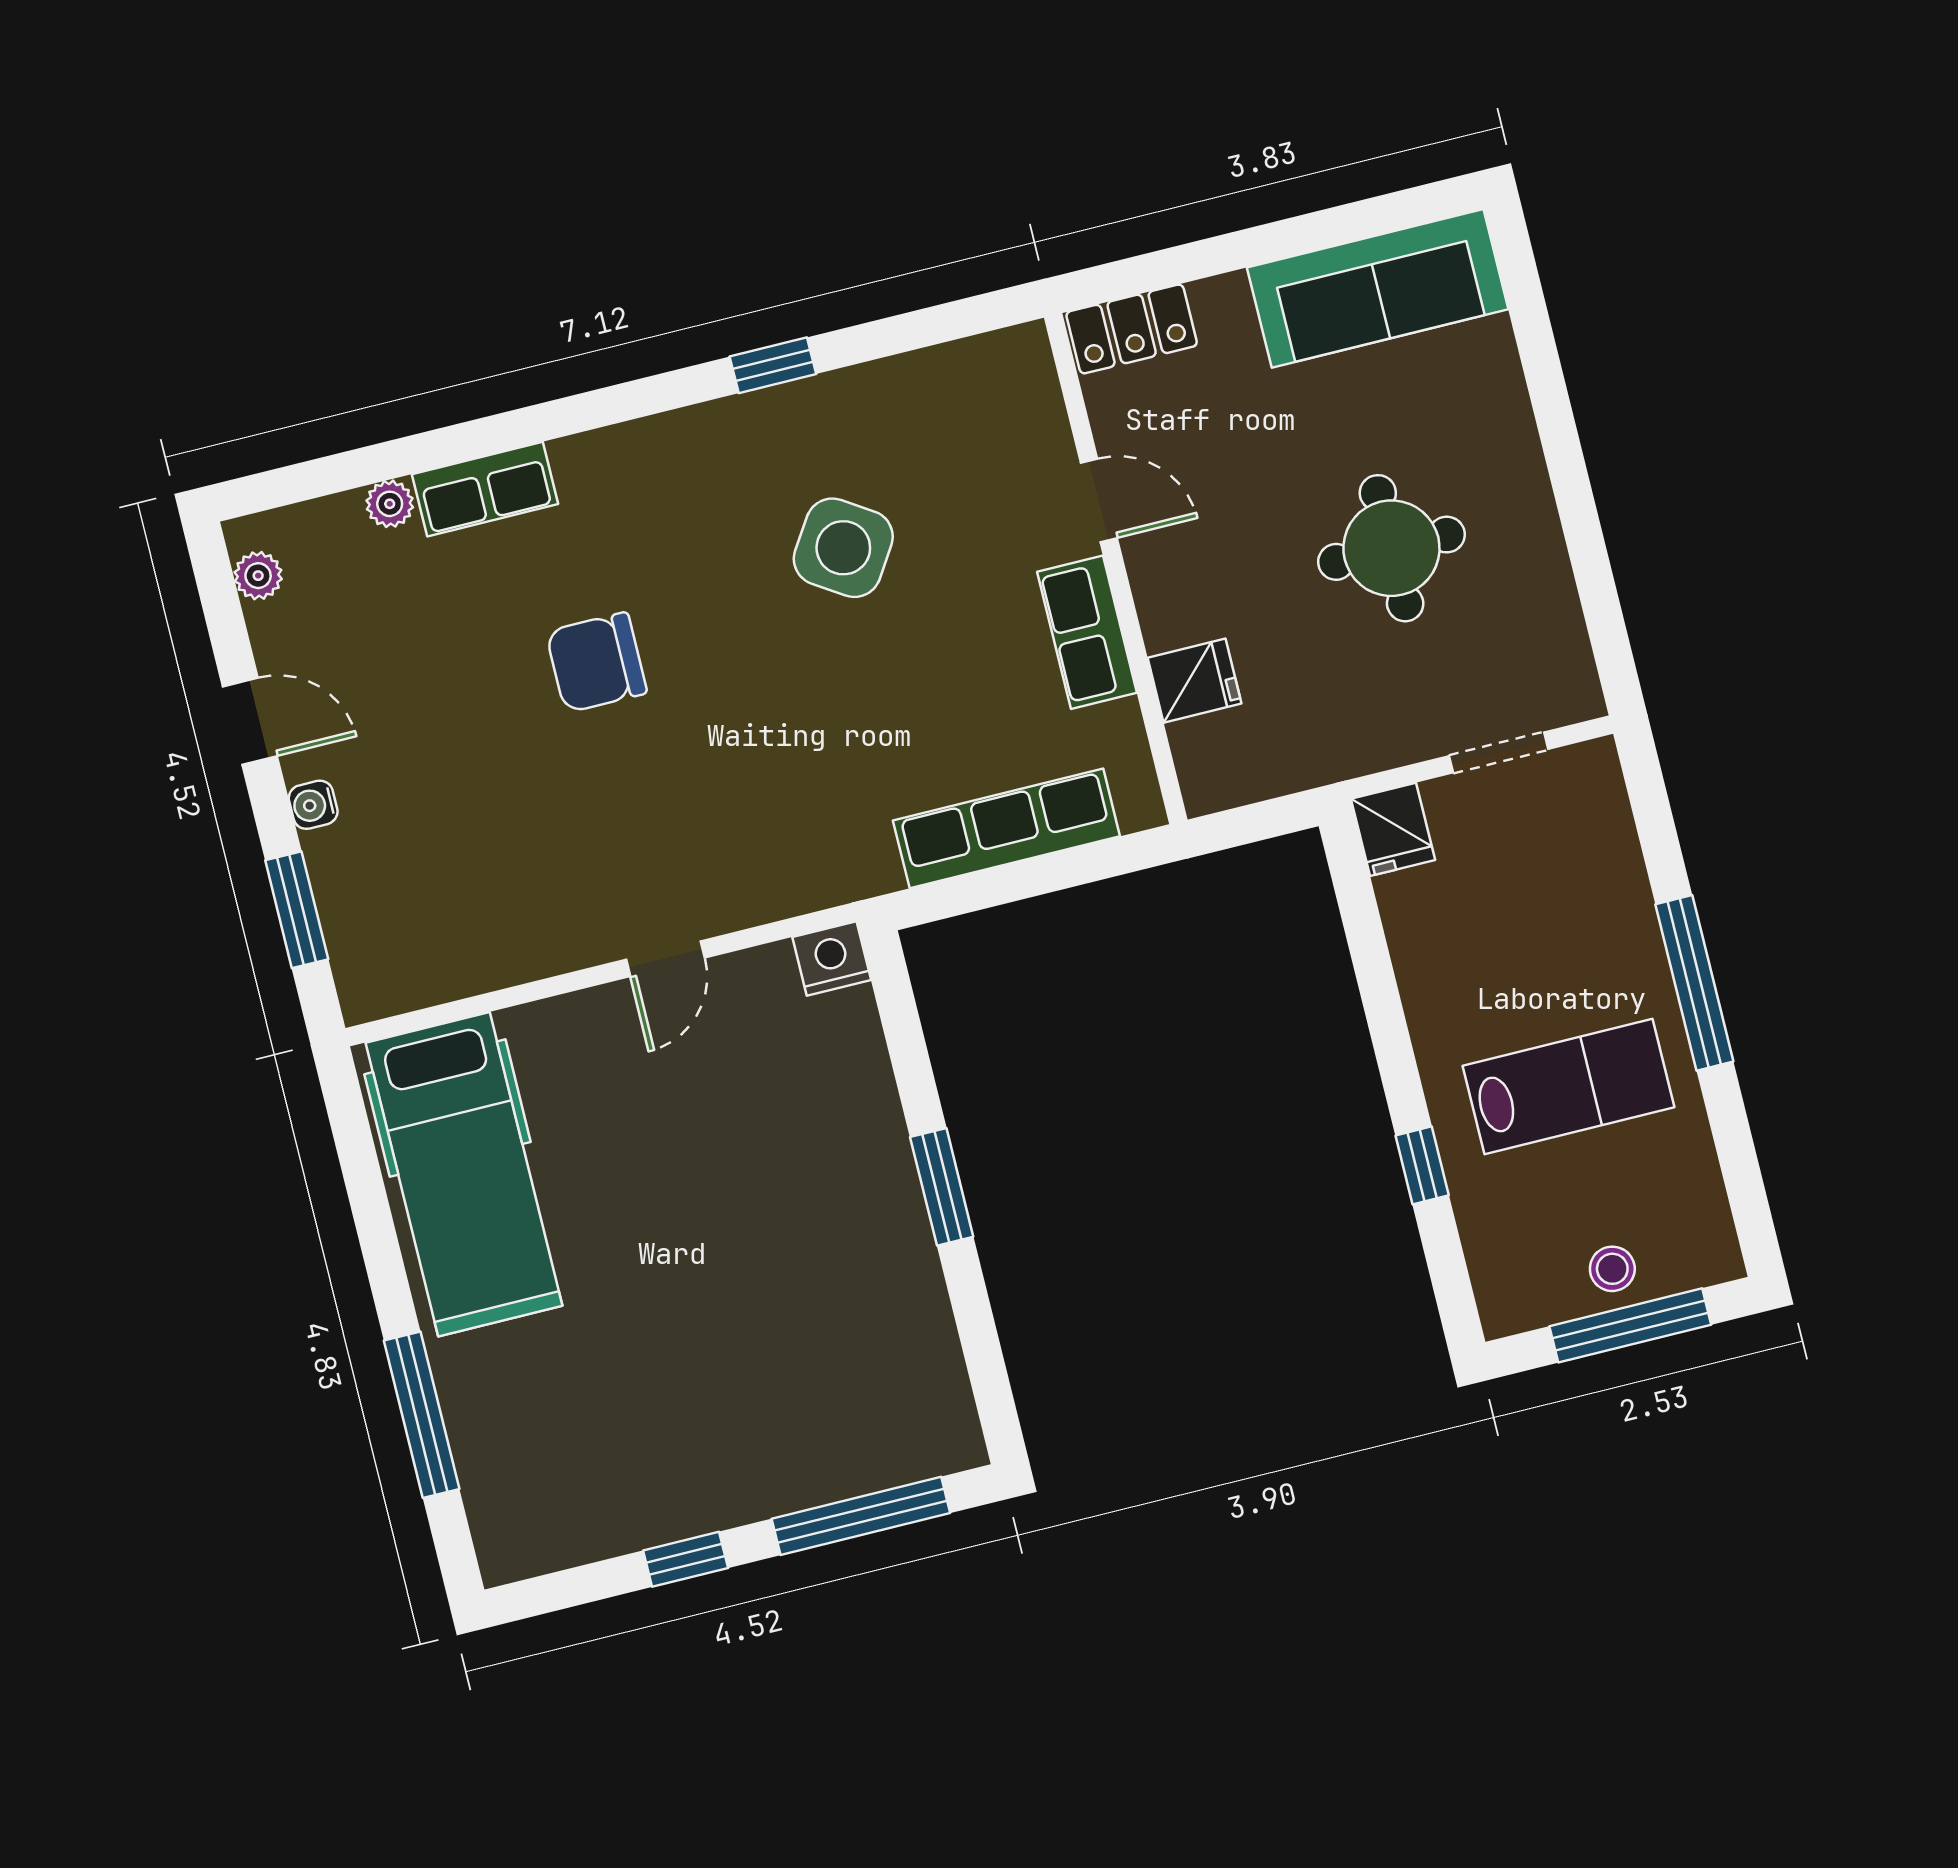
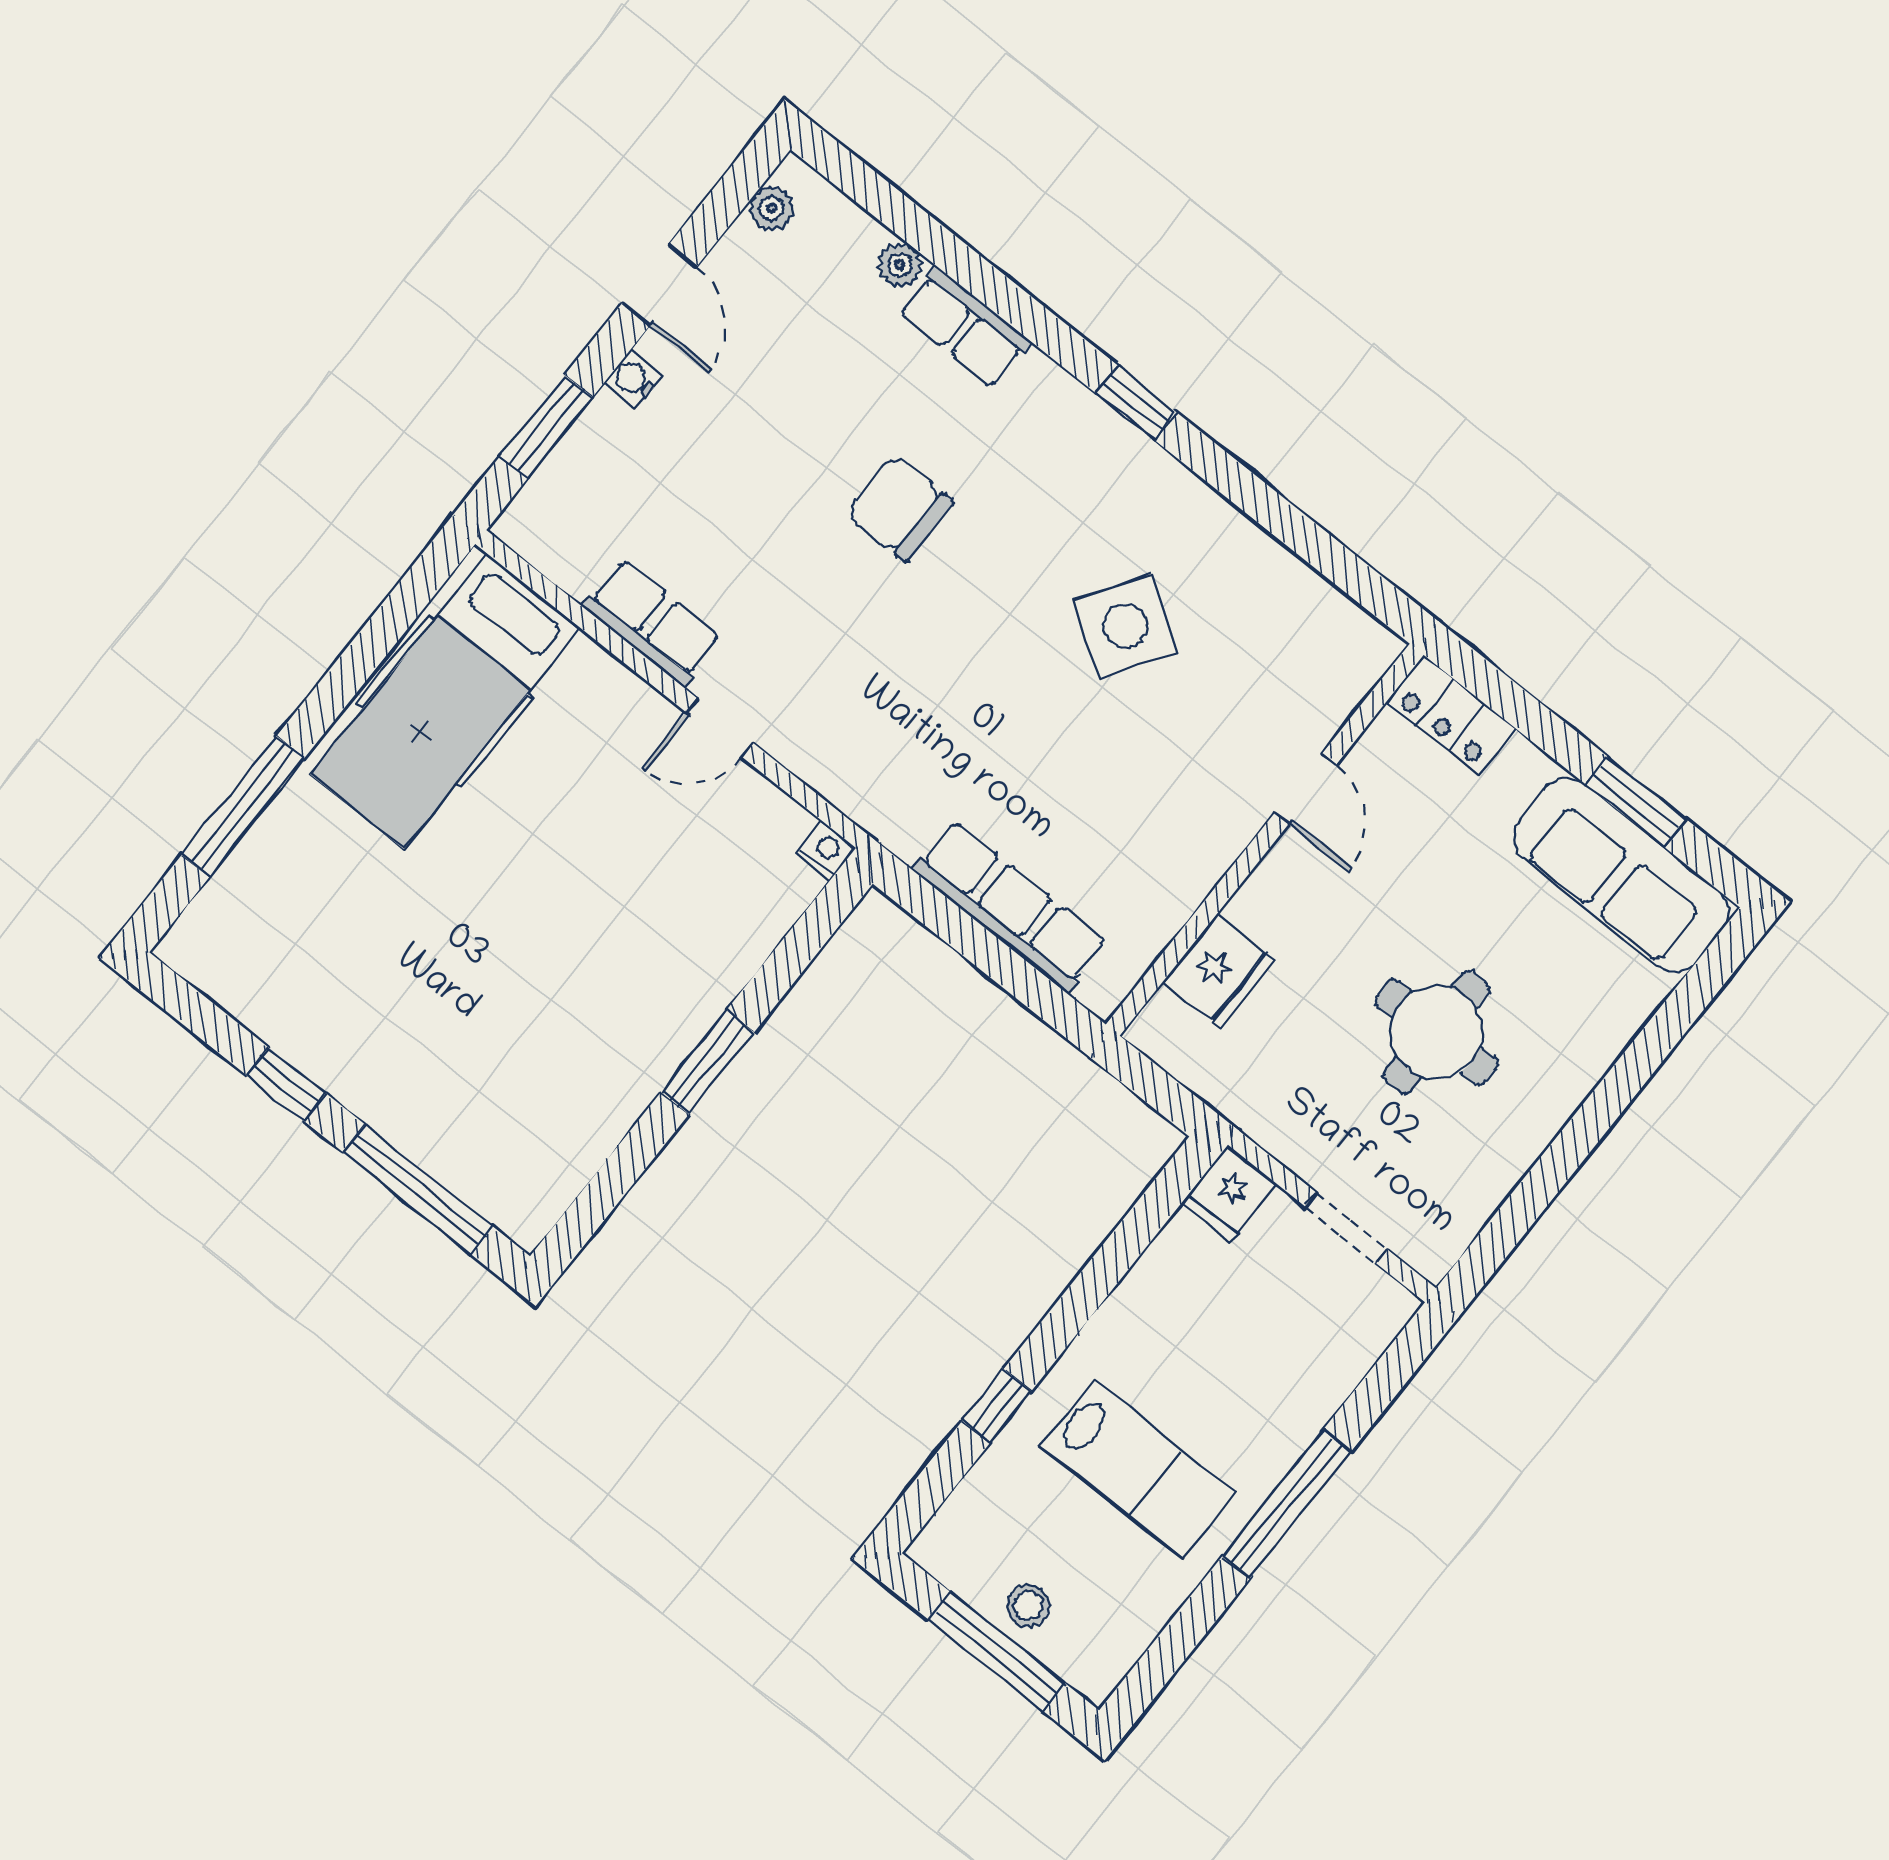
window: (1326, 228) -> (1636, 802), added
window: (773, 365) -> (1136, 403), moved
row of seats: (1087, 632) -> (652, 622), moved, turned 90
fridge: (1194, 681) -> (1219, 971), width x1.38
nightstand: (832, 959) -> (826, 850), width x0.72, depth x0.74

